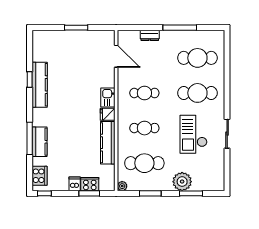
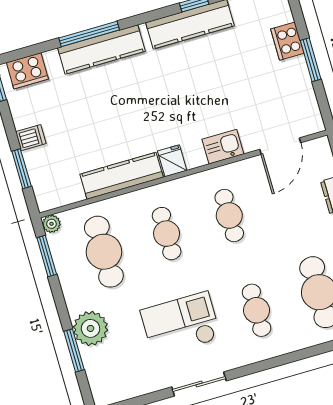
cafe table: (197, 93) -> (257, 310), width x0.73, depth x0.74
kitchen sink: (108, 97) -> (223, 147), moved
kitchen counter: (40, 142) -> (101, 49), width x1.50
cooker: (90, 184) -> (287, 41), moved, turned 180
window: (150, 193) -> (47, 256), moved

